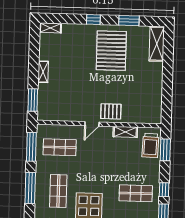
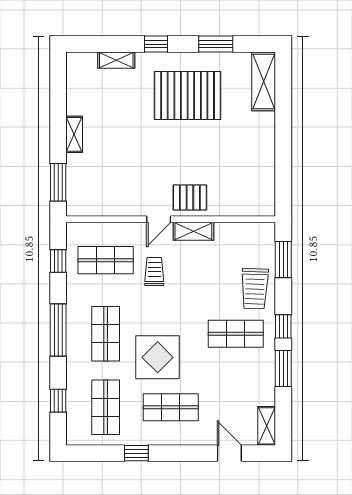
shelving: (50, 28) -> (116, 60), moved
pallet: (111, 51) -> (188, 95), turned 90
shelving: (125, 132) -> (193, 231), moved
trolley: (150, 145) -> (255, 289), moved
window: (31, 147) -> (58, 261), width x0.46
trolley: (88, 155) -> (154, 272), added

